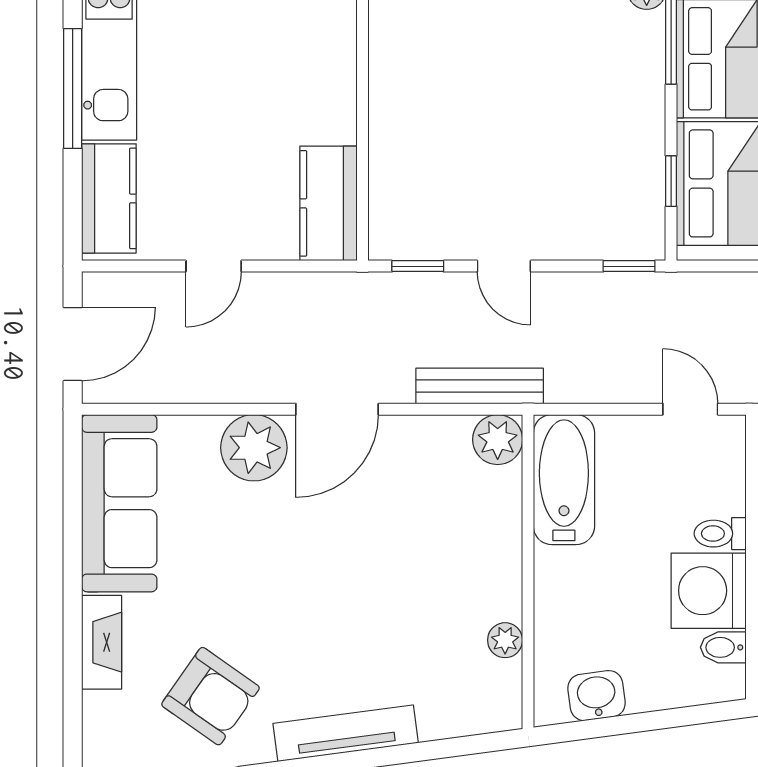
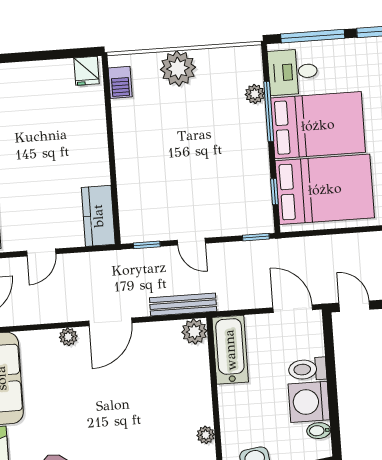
door: (690, 409) -> (293, 309), width x1.37
plant: (254, 448) -> (68, 337), width x0.53, depth x0.53
toilet: (720, 534) -> (307, 369), width x1.37, depth x1.39

